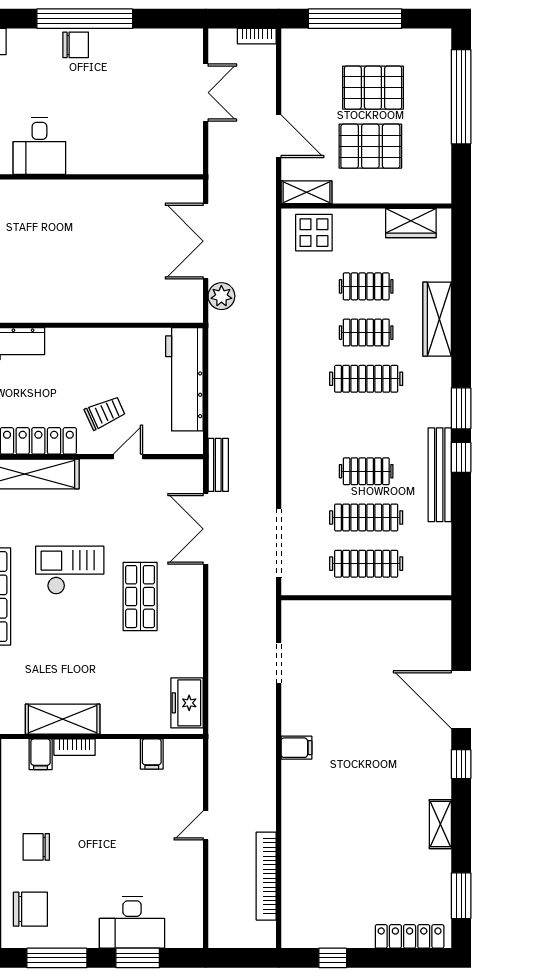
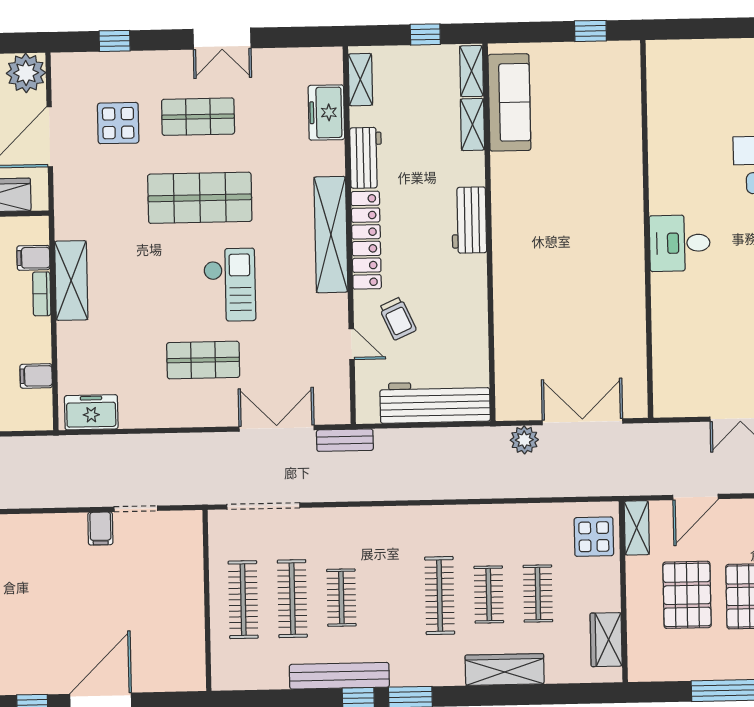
filing cabinet: (296, 748) -> (100, 528), moved

